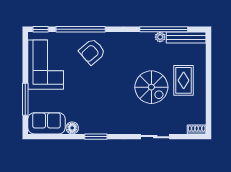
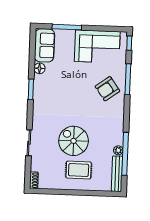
window: (81, 29) -> (128, 79), width x0.68
armchair: (92, 52) -> (107, 89), turned -85
spiral stairs: (151, 87) -> (74, 141), turned 90

